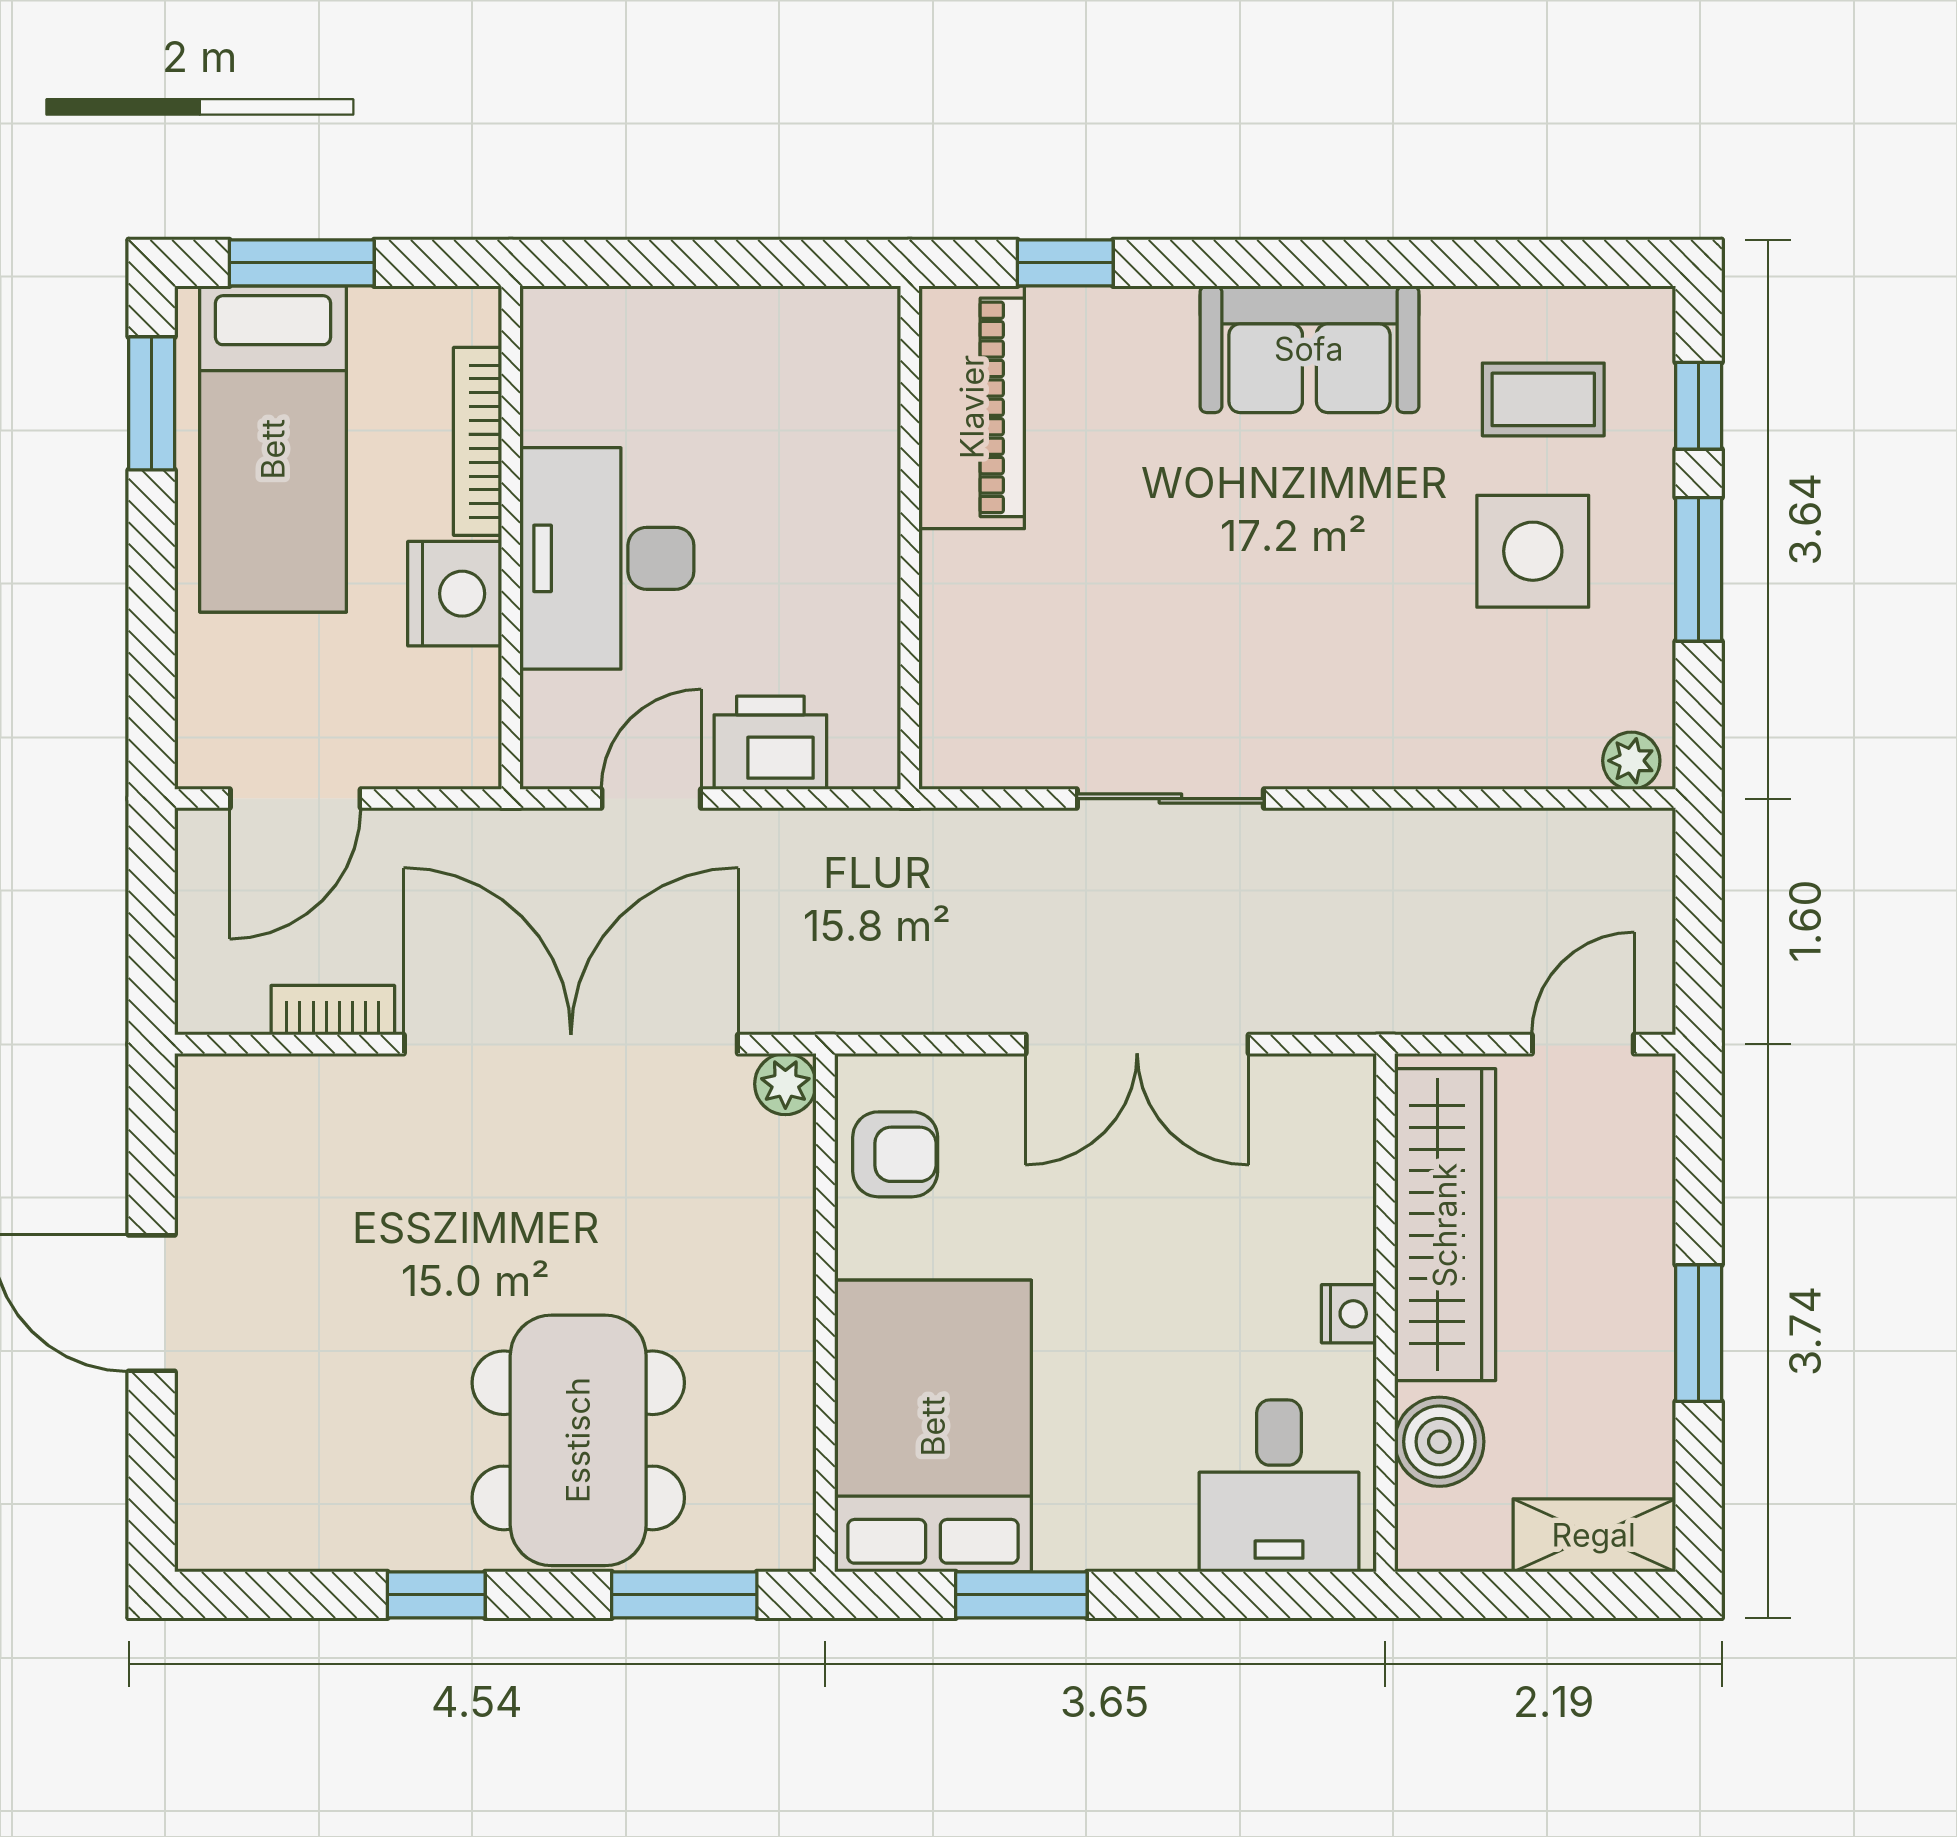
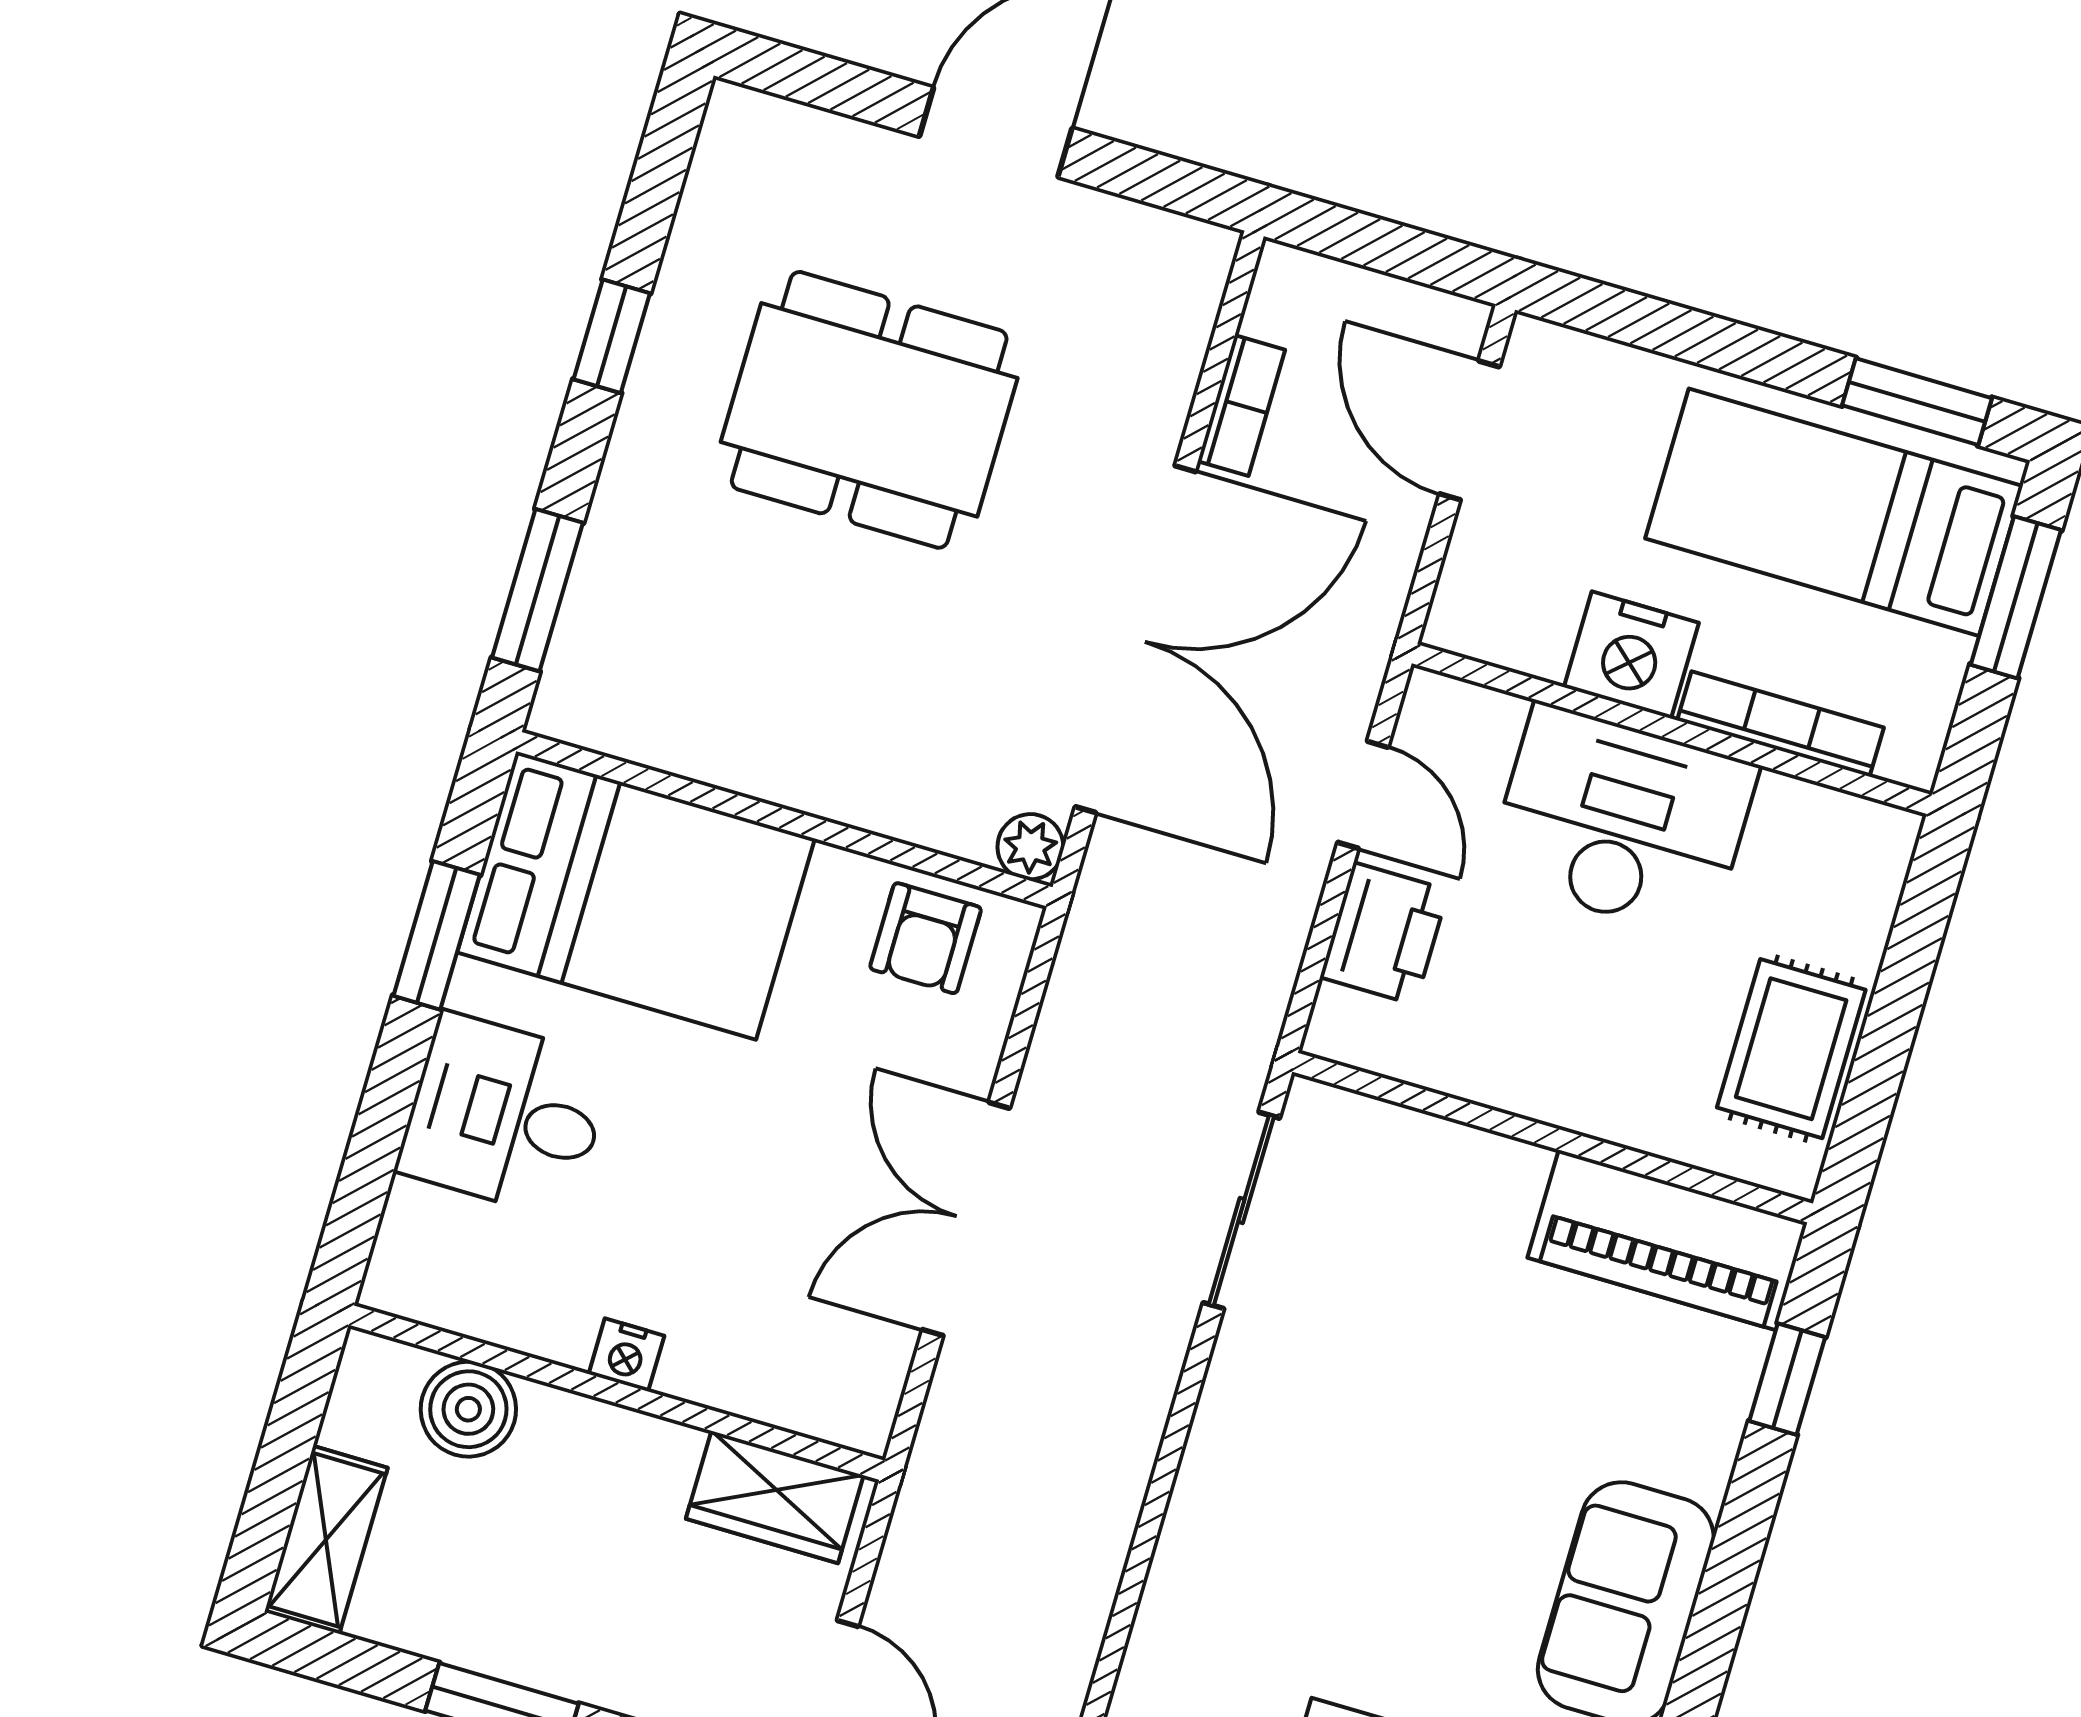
rug: (767, 346) -> (1791, 1049), added
sliding door: (1170, 799) -> (1241, 1210), moved
wardrobe: (1445, 1225) -> (775, 1497), width x0.48, depth x0.85
dining table: (578, 1440) -> (869, 410), moved
desk: (1279, 1486) -> (505, 1116), moved

